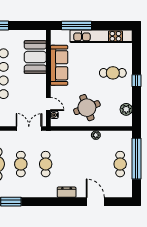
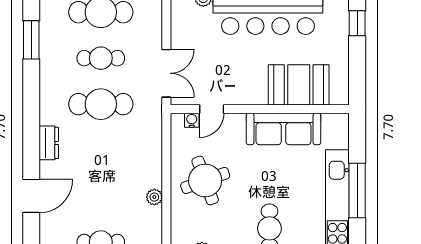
window: (77, 25) -> (357, 191), moved
cafe table: (46, 164) -> (101, 104), width x1.37, depth x1.35

